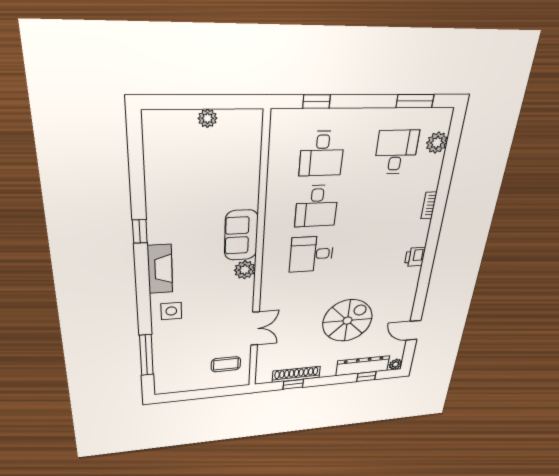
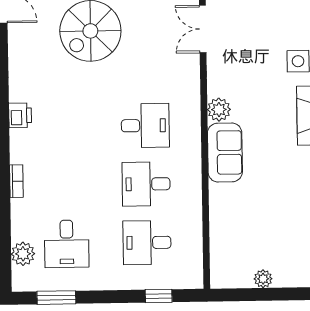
desk: (322, 154) -> (147, 243), turned -90
desk: (316, 206) -> (146, 184), turned -90

